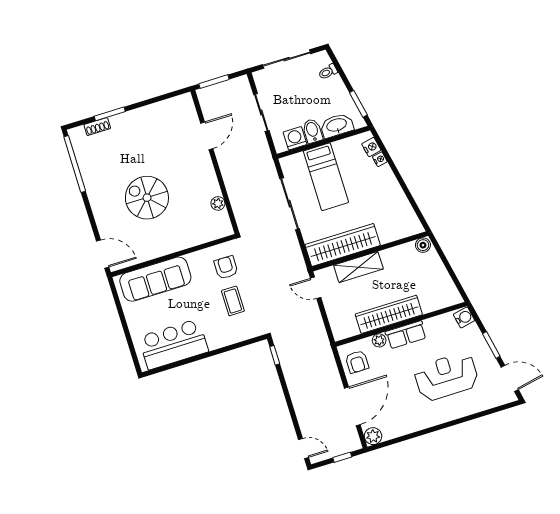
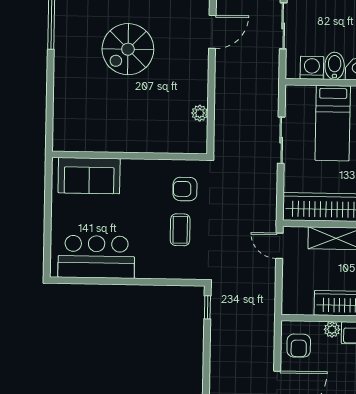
spiral stairs: (147, 198) -> (128, 49), moved, turned -90
sliding door: (290, 204) -> (281, 140), width x0.73
door: (103, 254) -> (49, 128), removed
armchair: (226, 267) -> (185, 189), turned -90
sofa: (155, 279) -> (89, 176), width x0.73

